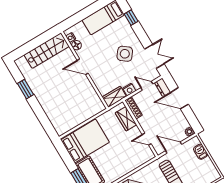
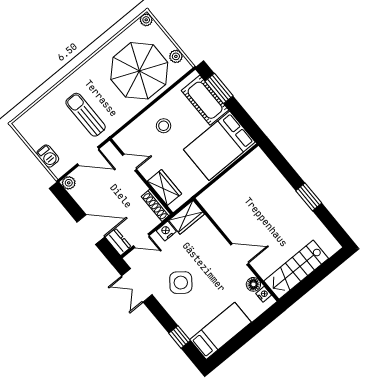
window: (25, 89) -> (309, 197), moved
stool: (120, 160) -> (164, 126), added

